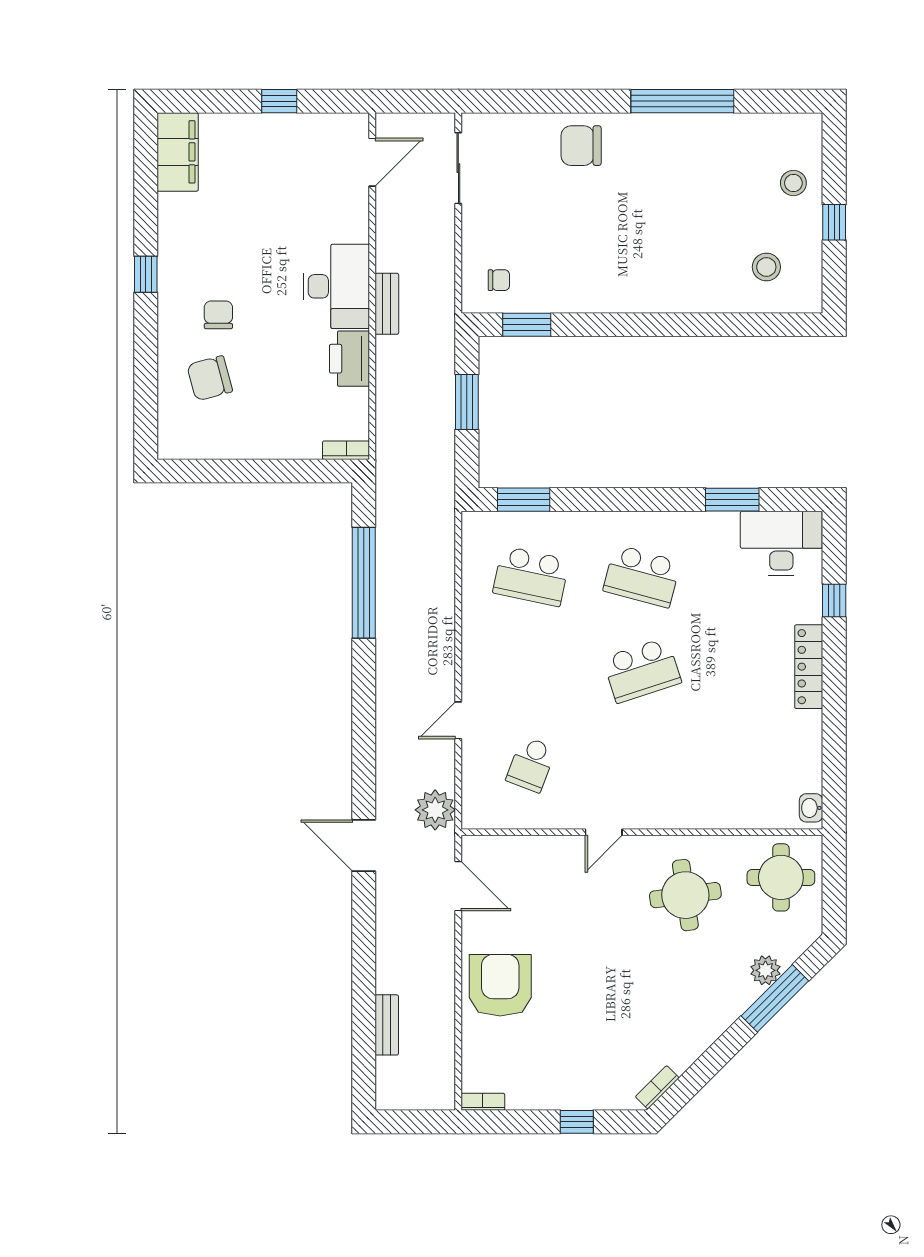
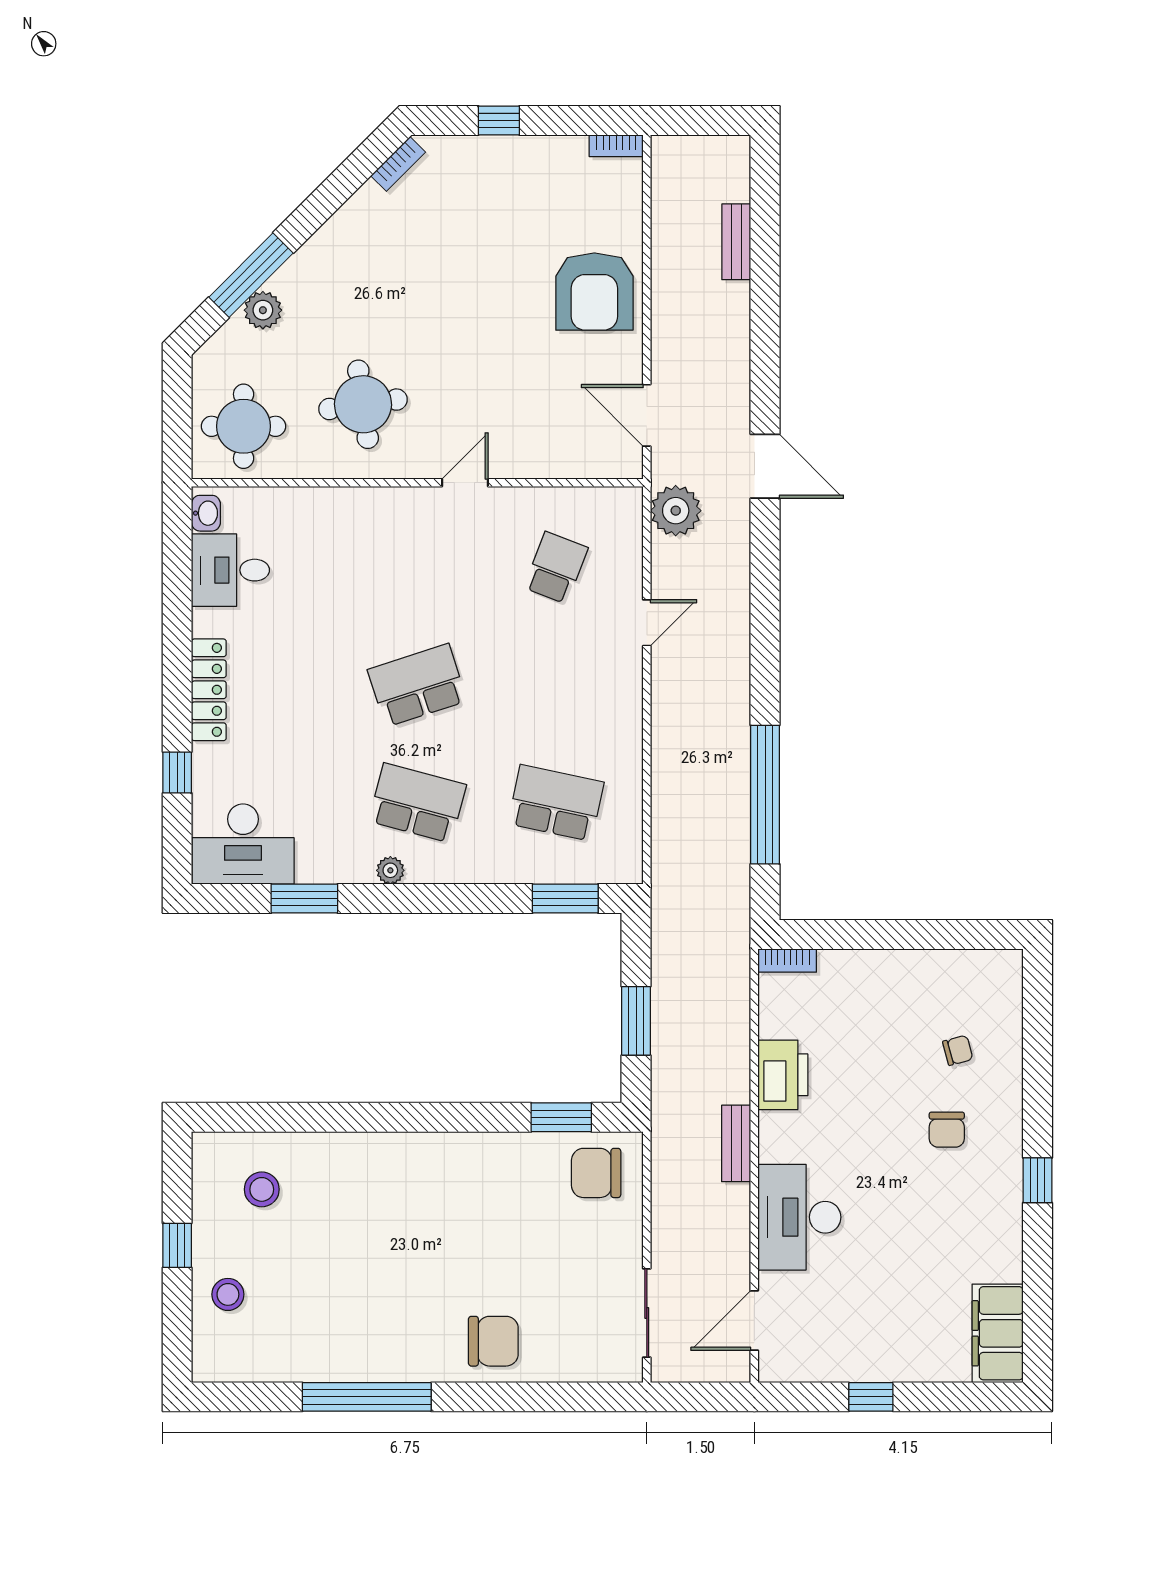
chair: (499, 280) -> (596, 1173), width x1.87, depth x1.87
desk: (336, 286) -> (799, 1217), moved
chair: (210, 378) -> (958, 1050), width x0.54, depth x0.54
plant: (663, 522) -> (390, 870), added
desk: (791, 762) -> (230, 570), added

